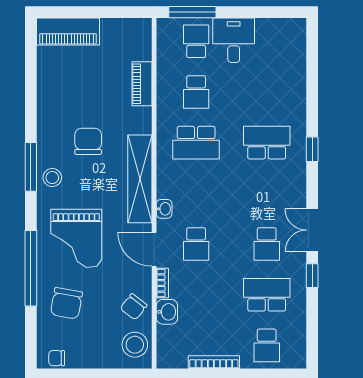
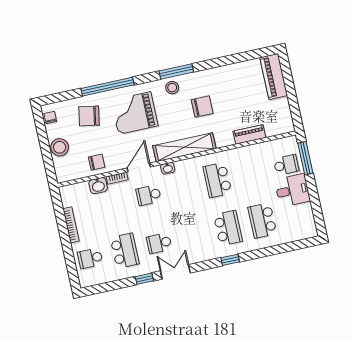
school desk: (196, 92) -> (262, 220), moved, width x1.85
chair: (134, 307) -> (97, 162), turned 142
stool: (135, 345) -> (60, 147), moved

